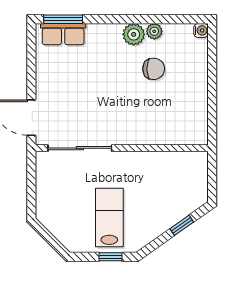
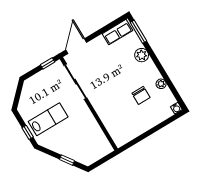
row of seats: (63, 34) -> (117, 32), moved, turned -90
plant: (134, 34) -> (142, 55), moved
window: (31, 172) -> (48, 63), added

